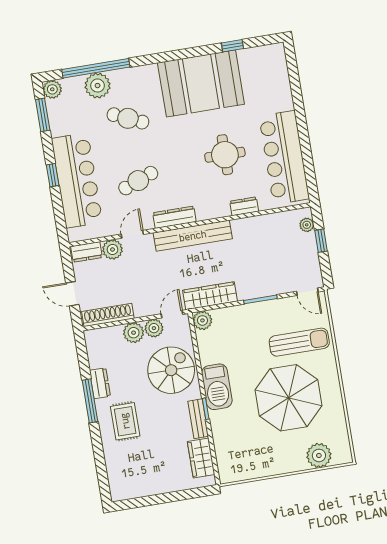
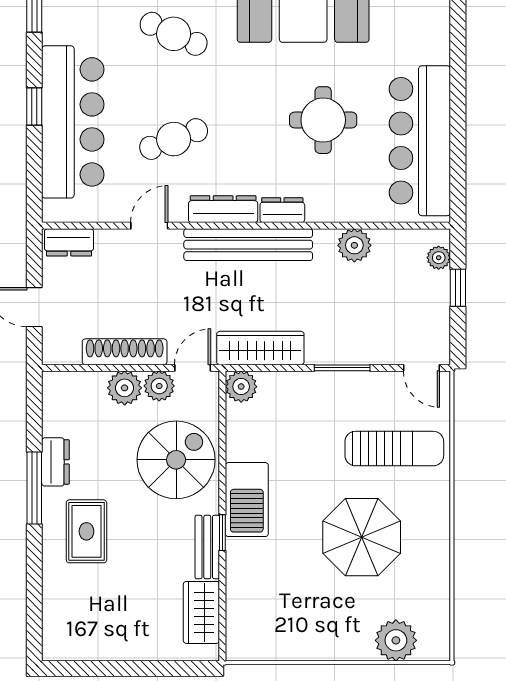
dresser: (244, 206) -> (282, 210), moved
plant: (113, 249) -> (354, 245), moved
shoe rack: (108, 315) -> (125, 352), moved
parasol: (289, 398) -> (362, 537), width x0.73, depth x0.73

